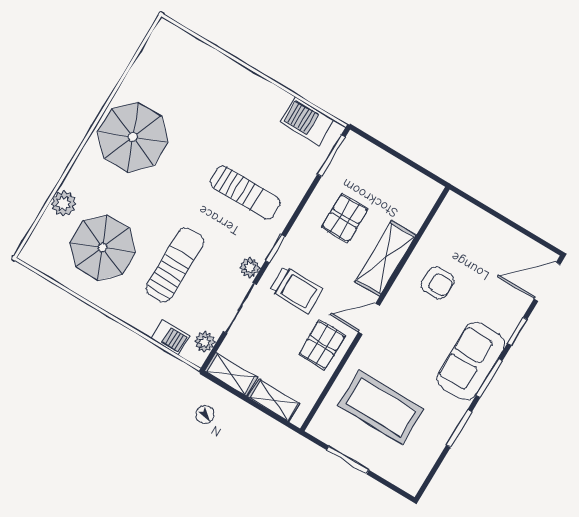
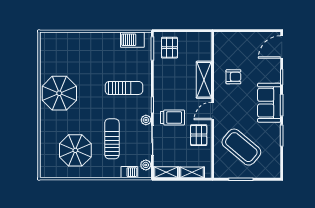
plant: (63, 203) -> (46, 141), removed
pallet: (345, 218) -> (169, 48), moved
coffee table: (381, 407) -> (241, 147), turned 40

